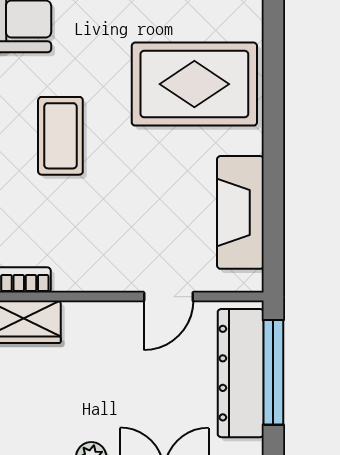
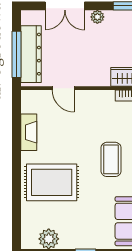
fireplace: (240, 212) -> (29, 132), width x0.73, depth x0.76
door: (168, 297) -> (63, 88), swing flipped

